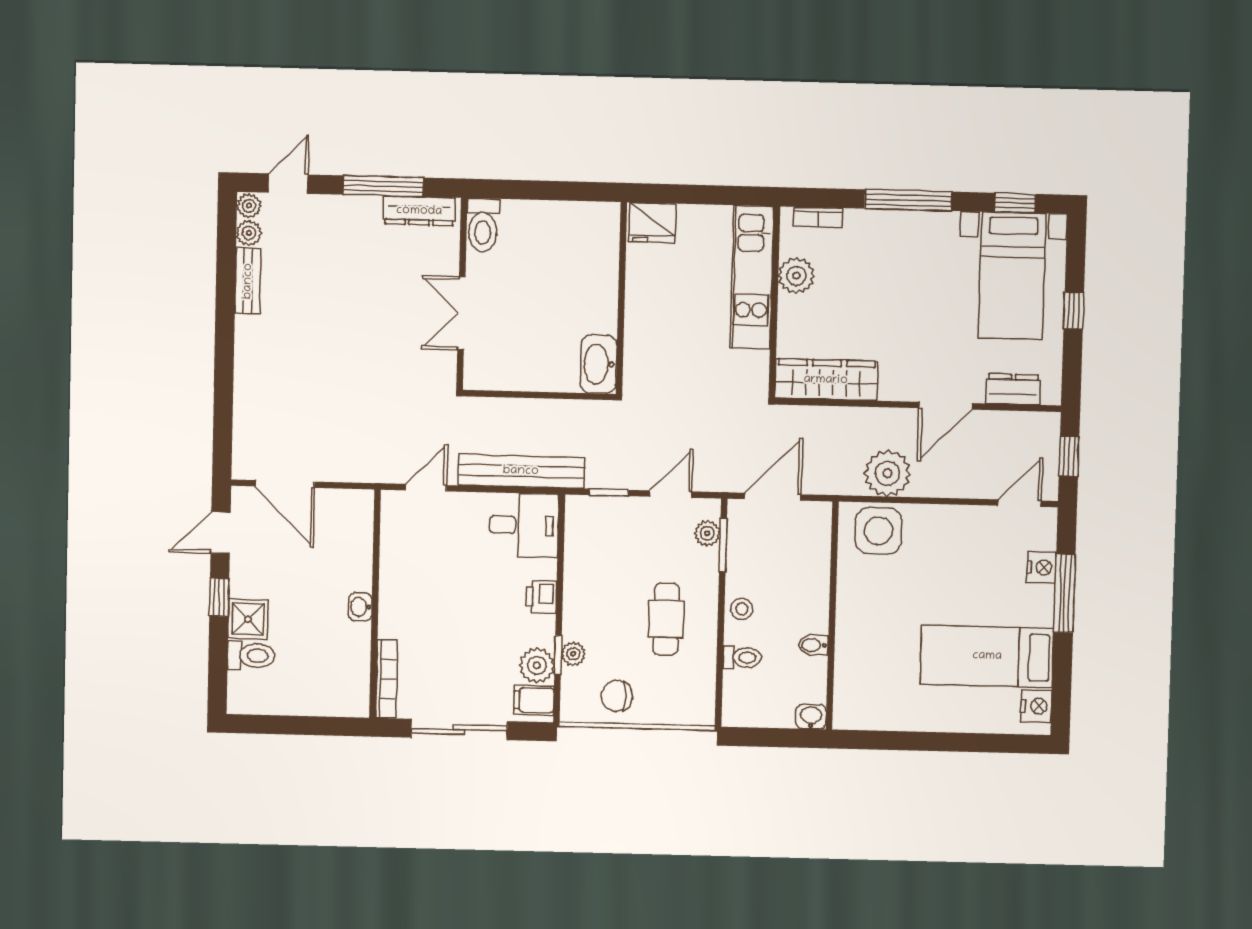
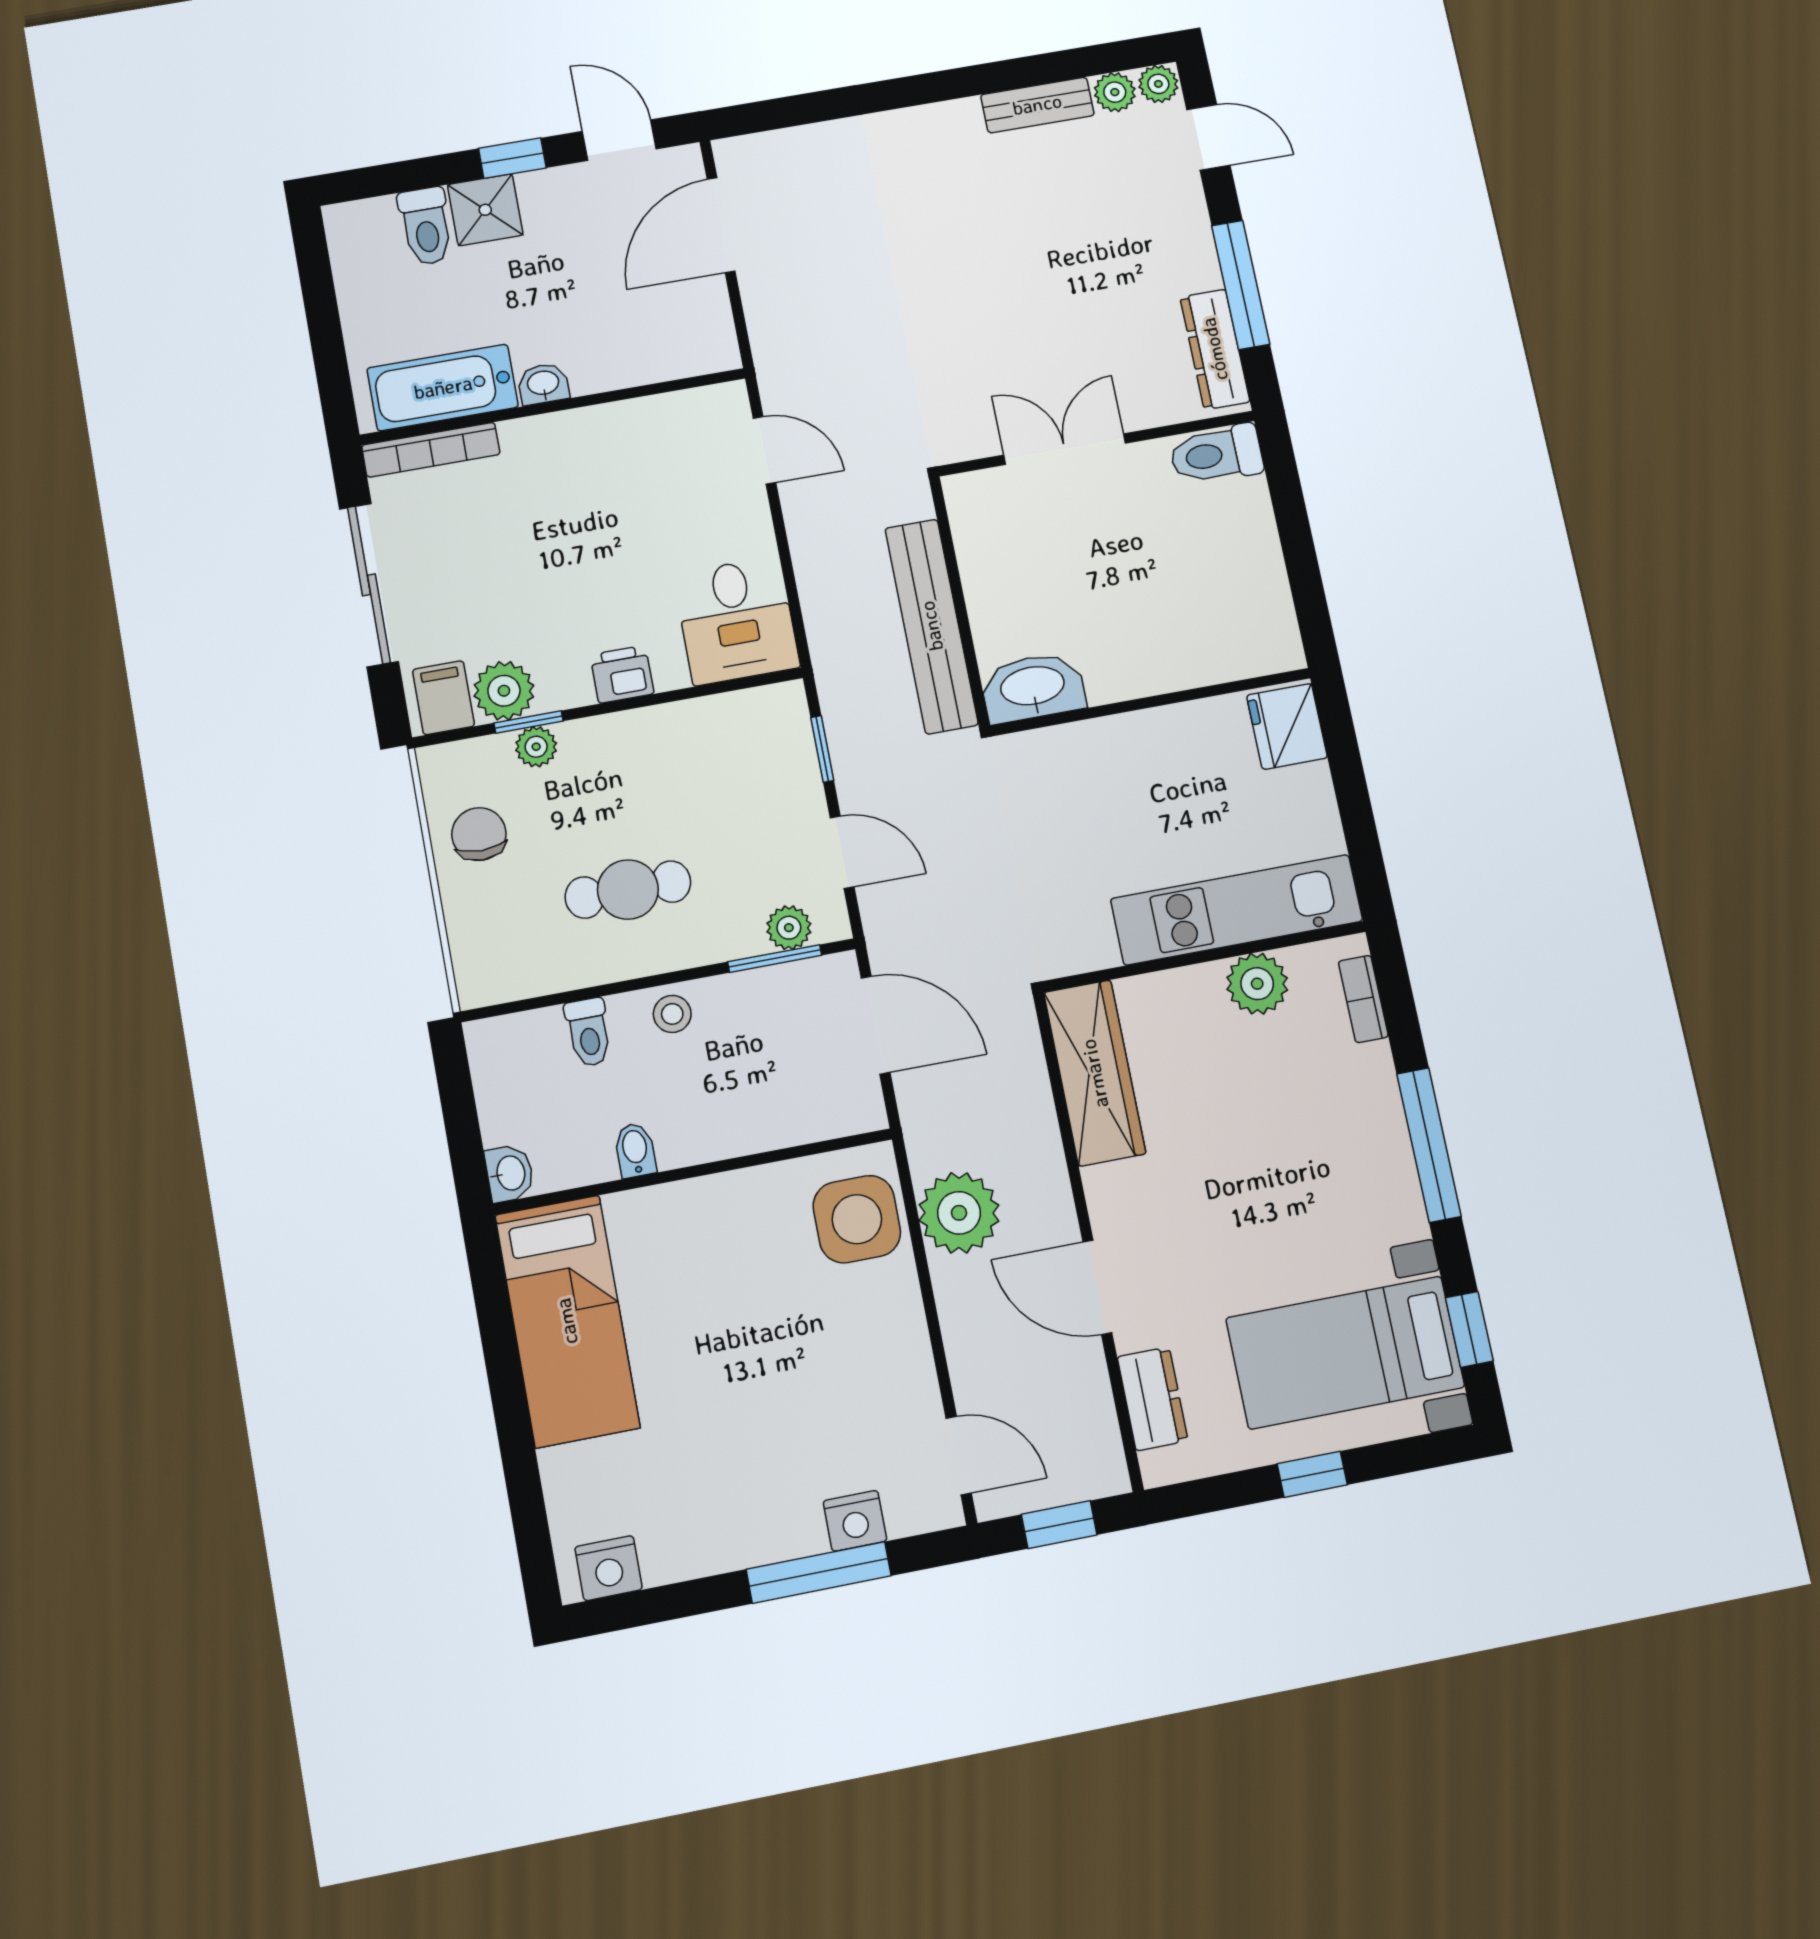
bench: (521, 471) -> (932, 626), moved
bed: (987, 656) -> (567, 1321), moved, turned 180
bathtub: (351, 665) -> (443, 388), added

